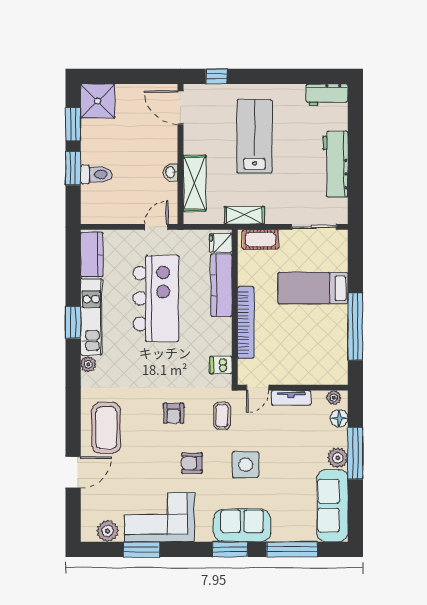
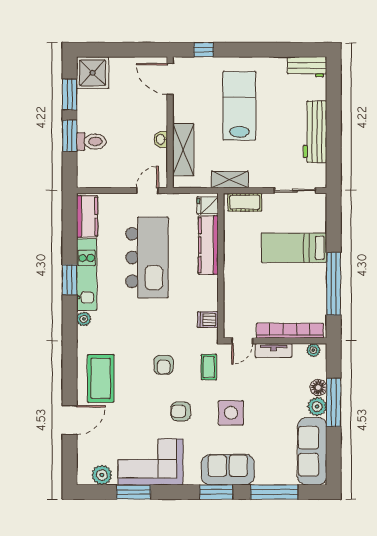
bookcase: (246, 322) -> (290, 331), moved, turned -90
floor lamp: (339, 418) -> (318, 387), moved

